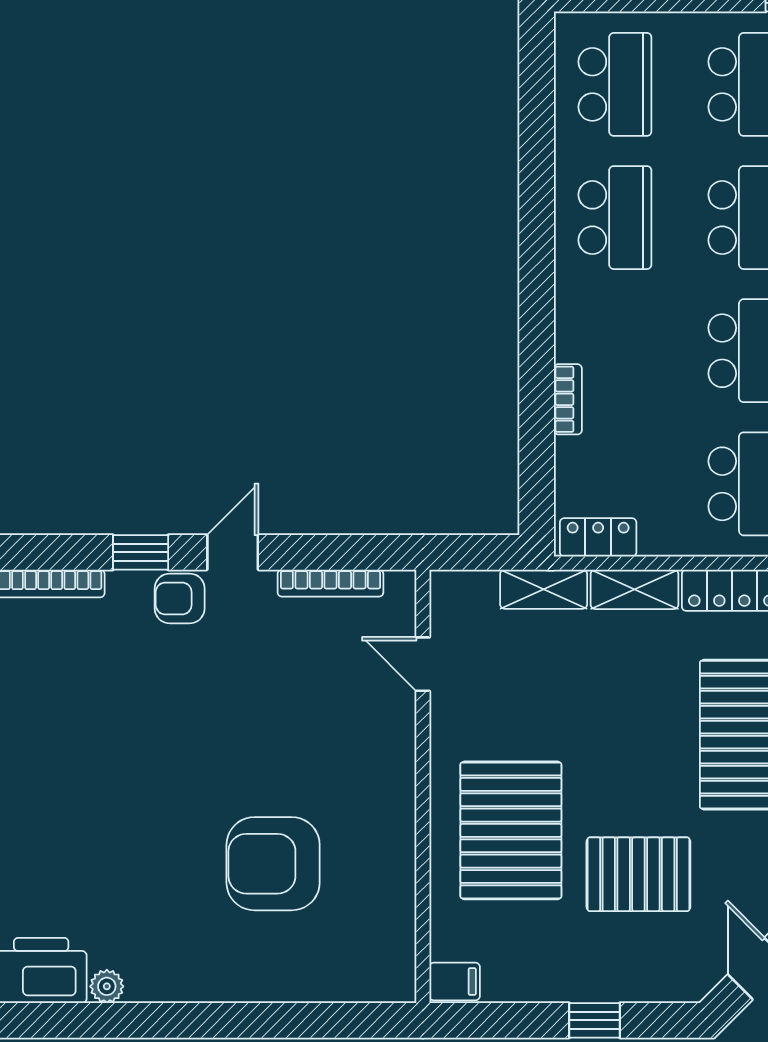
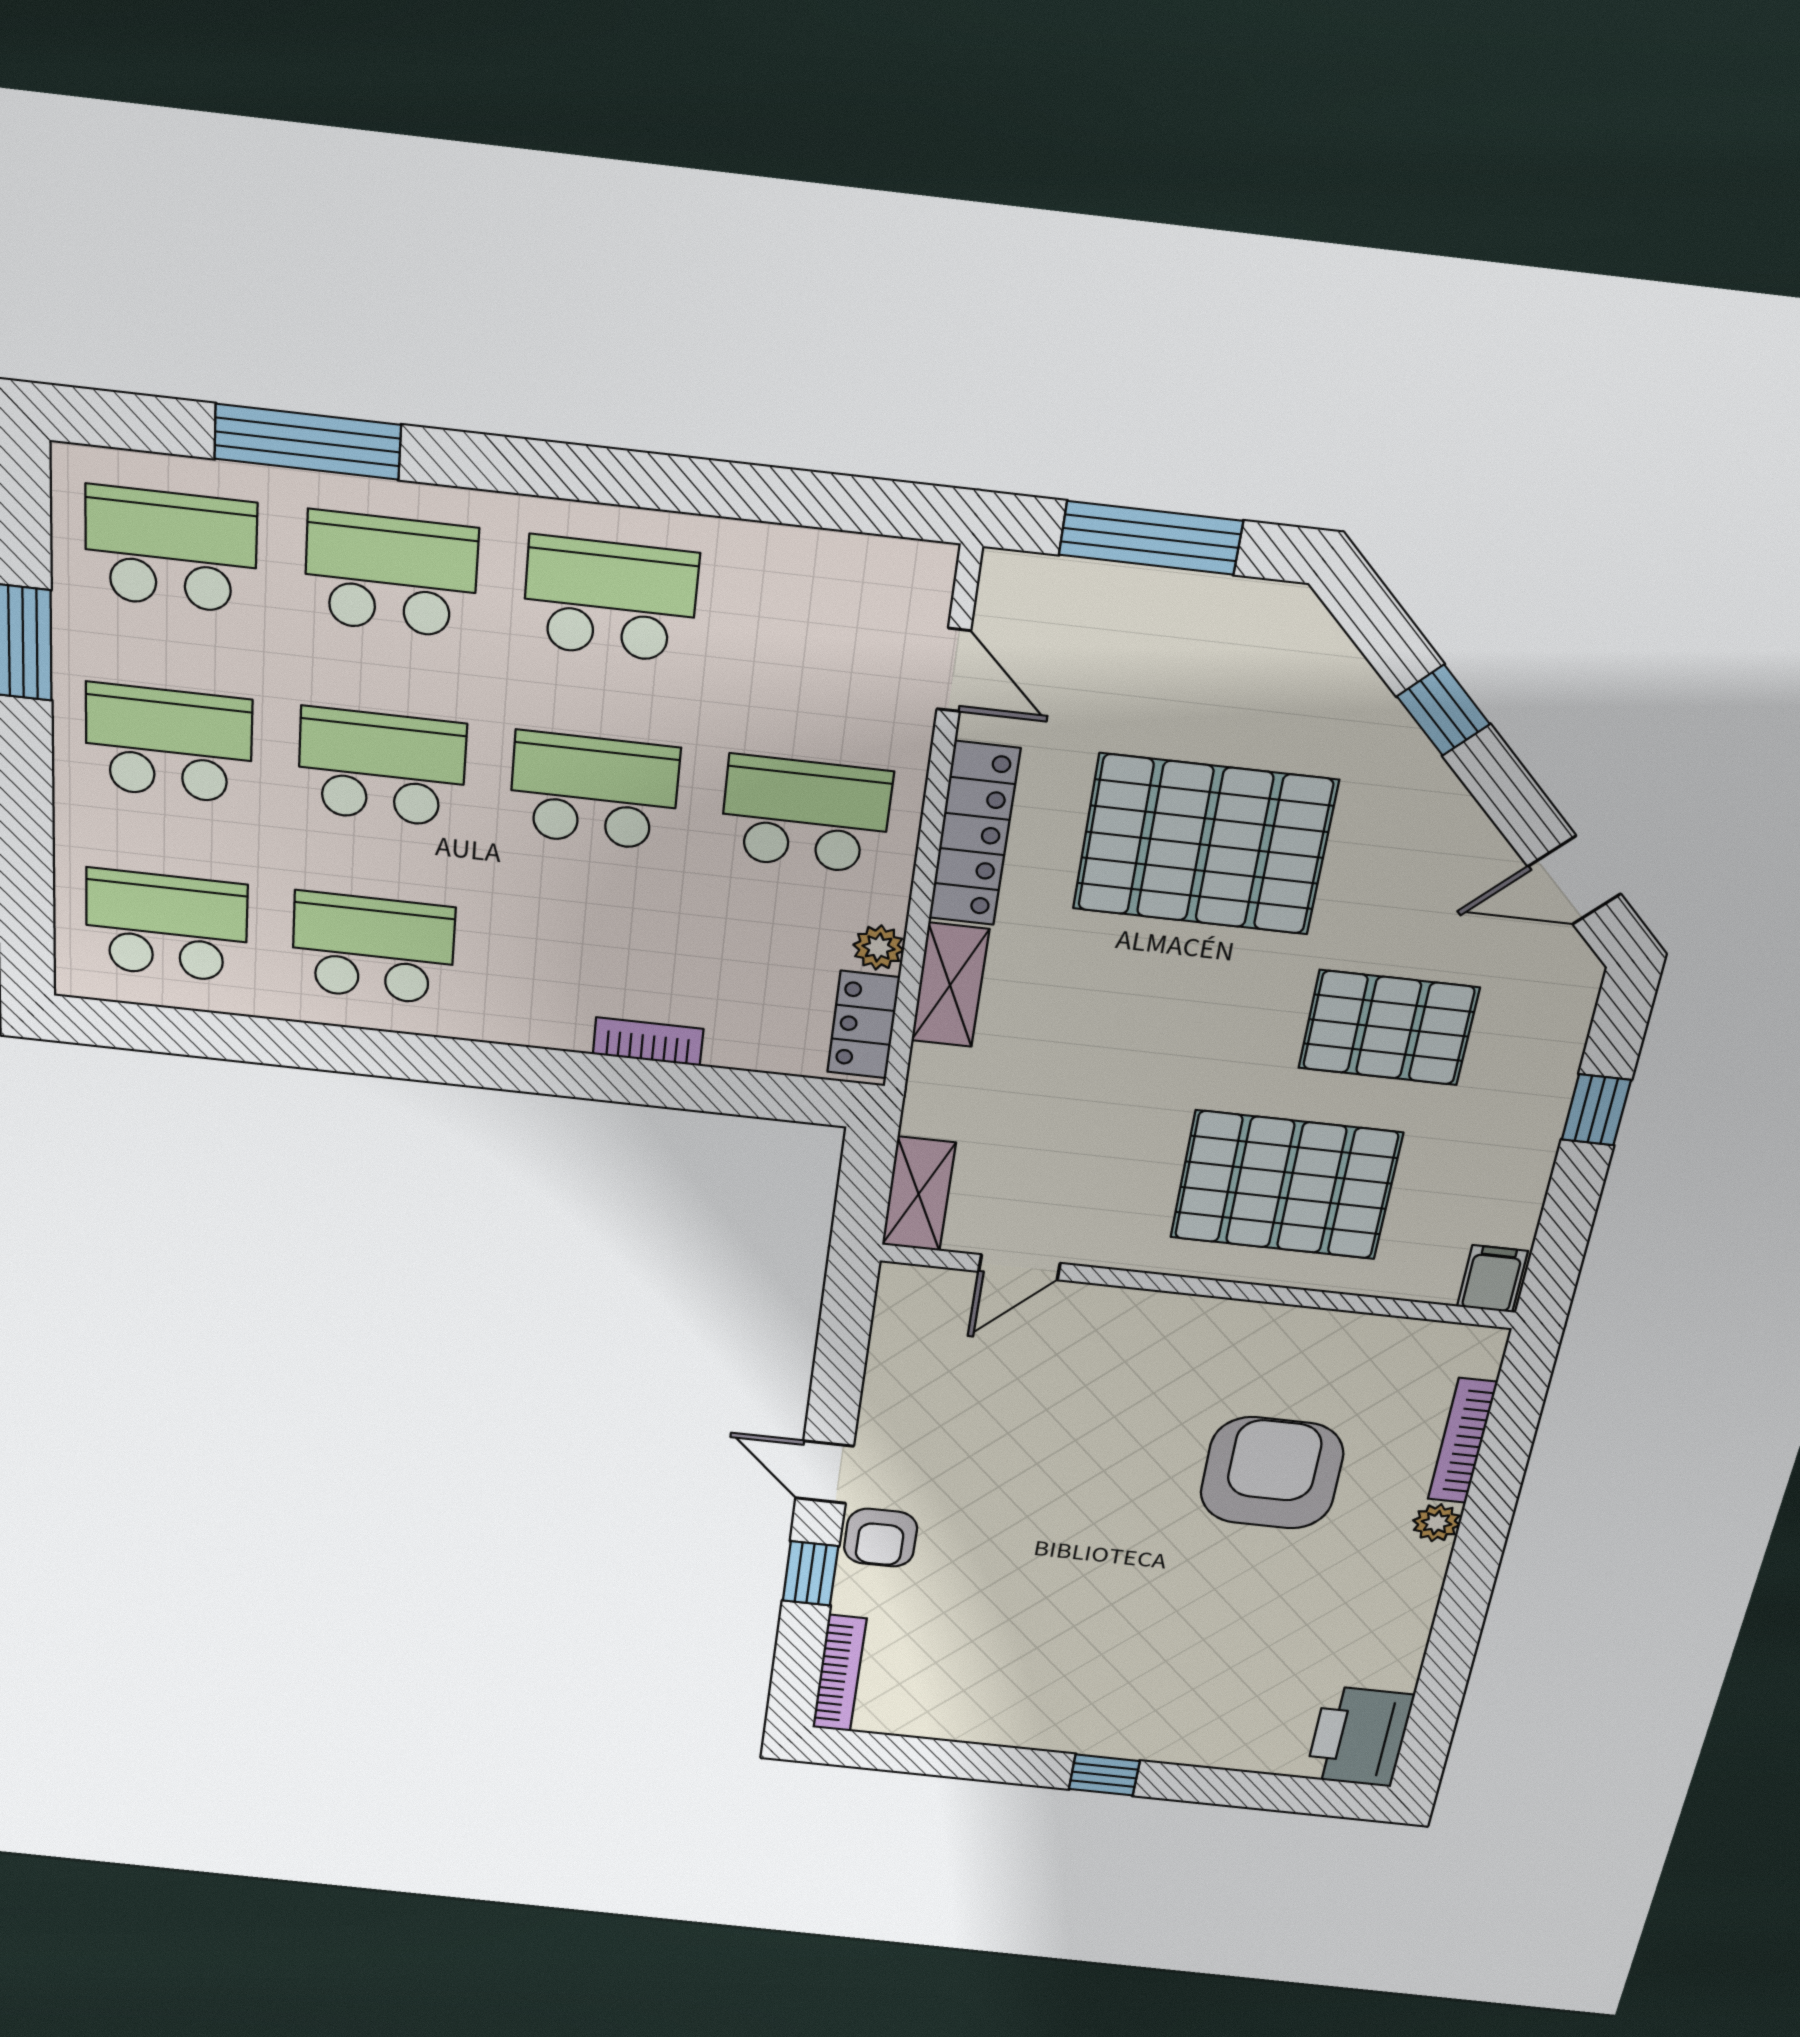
plant: (656, 540) -> (879, 947), added
bookcase: (330, 583) -> (1462, 1441), moved, turned 180
shelving: (544, 589) -> (919, 1194), moved
armchair: (273, 864) -> (1272, 1473), turned 180
pallet: (638, 874) -> (1389, 1028), turned 90
plant: (107, 986) -> (1437, 1523), moved

